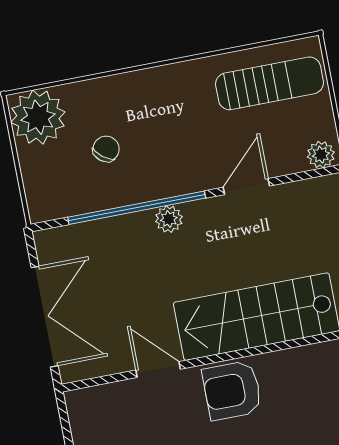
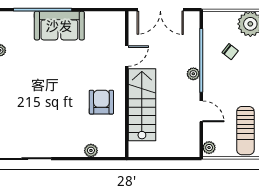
armchair: (232, 390) -> (101, 102), moved

